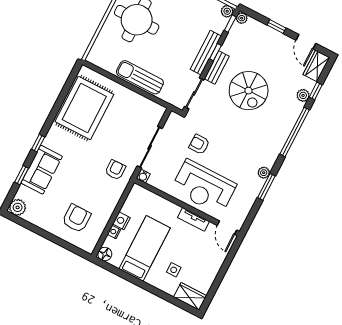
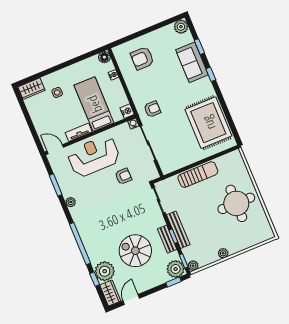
plant: (242, 18) -> (176, 269), width x1.88, depth x1.88
window: (276, 27) -> (174, 282), moved
door: (306, 42) -> (131, 299), hinge flipped
bench: (217, 68) -> (167, 239), moved
spiral stairs: (249, 91) -> (135, 251), moved
plant: (303, 95) -> (105, 271), width x1.87, depth x1.87
armchair: (115, 170) -> (152, 109), turned -89
window: (266, 187) -> (56, 185), moved
armchair: (76, 218) -> (142, 58), turned 90
nightstand: (121, 221) -> (127, 111), moved
bed: (145, 248) -> (94, 104), moved, turned 180

